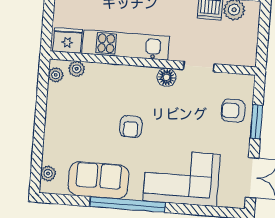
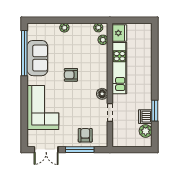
window: (256, 122) -> (80, 150), width x1.44
plant: (48, 174) -> (64, 28), moved
window: (127, 205) -> (24, 53), moved

